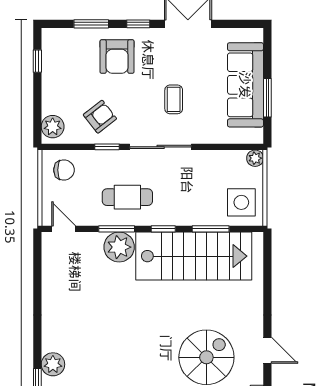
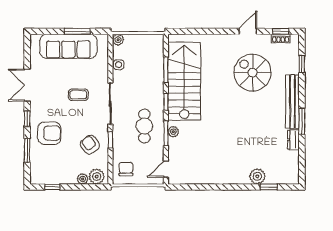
plant: (49, 106) -> (83, 179), added
side table: (241, 202) -> (119, 65), moved, width x0.54, depth x0.54
plant: (119, 247) -> (173, 132), width x0.53, depth x0.53

